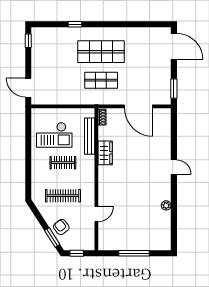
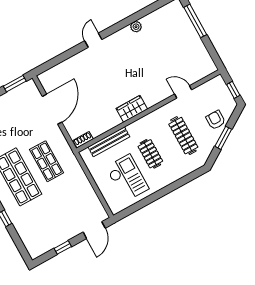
window: (28, 41) -> (63, 247), moved
wardrobe: (105, 153) -> (132, 109), moved
armchair: (61, 227) -> (216, 120), turned 128
window: (52, 237) -> (223, 138), moved
window: (134, 253) -> (195, 21), moved

